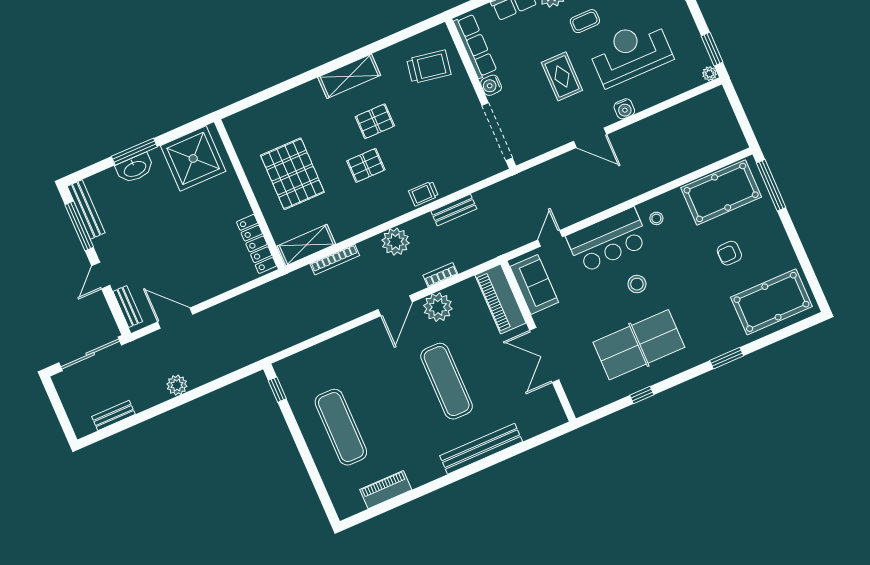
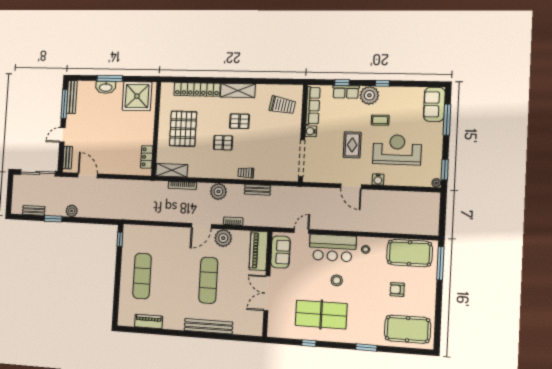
locker: (284, 104) -> (197, 89), added
locker: (256, 244) -> (147, 157), width x0.66
window: (153, 412) -> (53, 219), added

